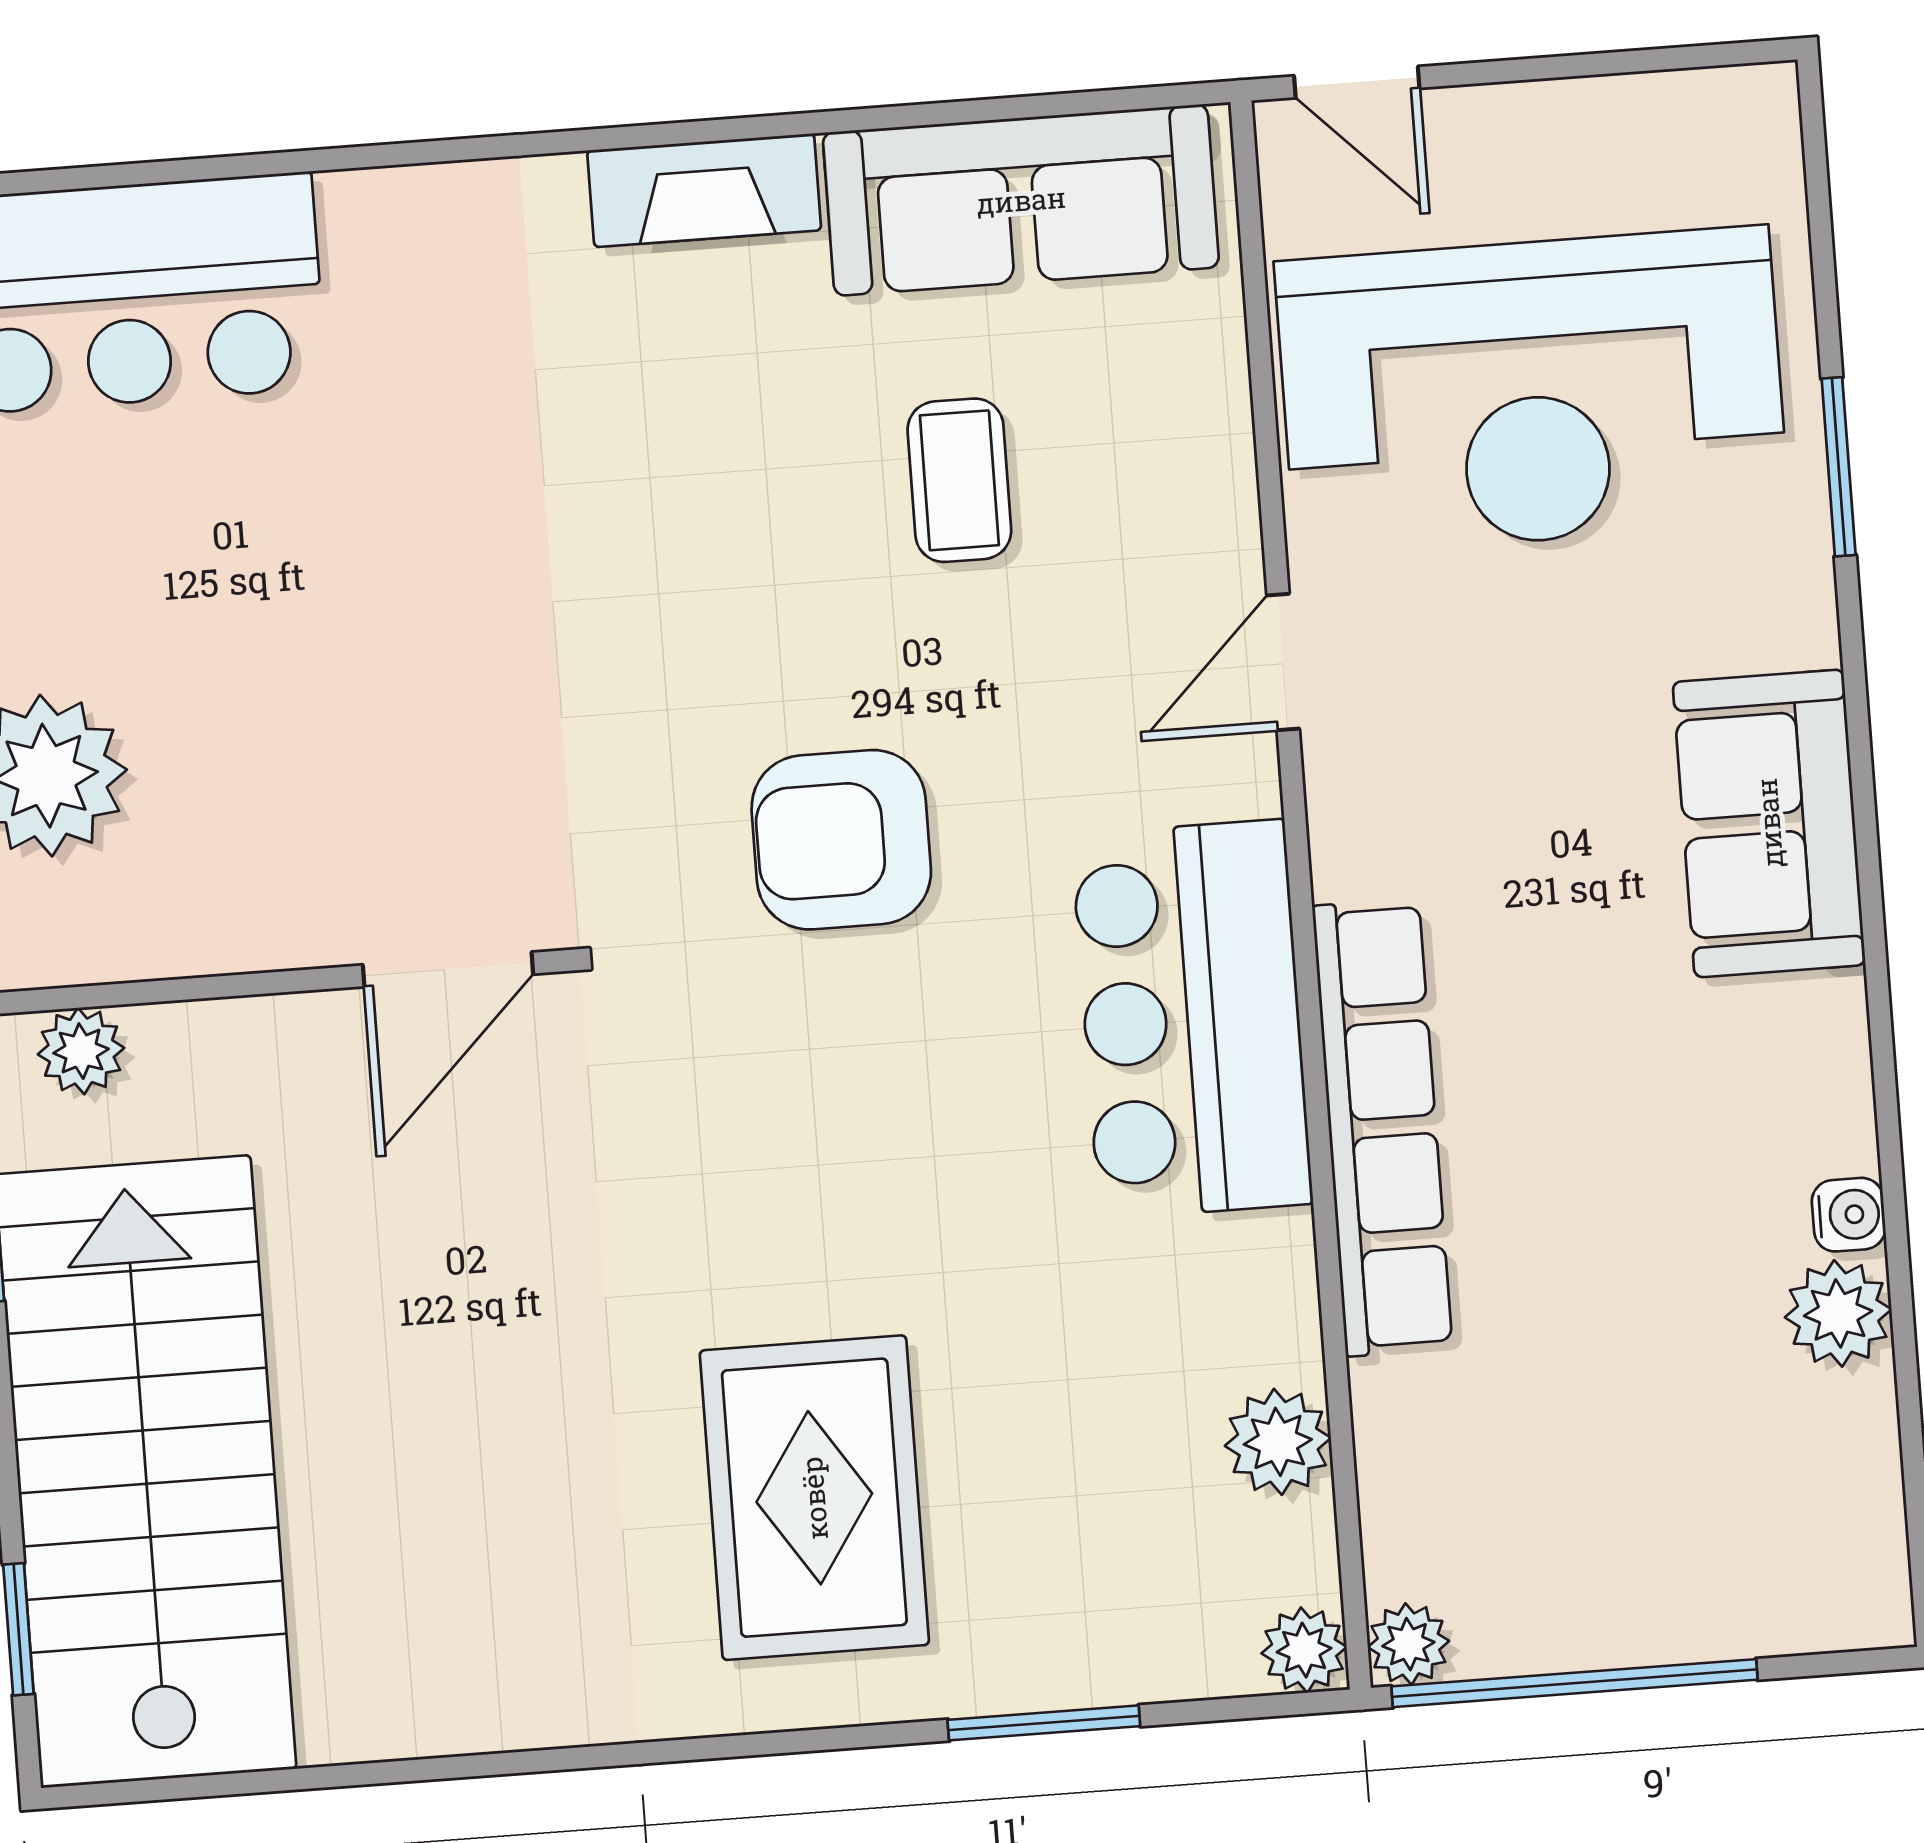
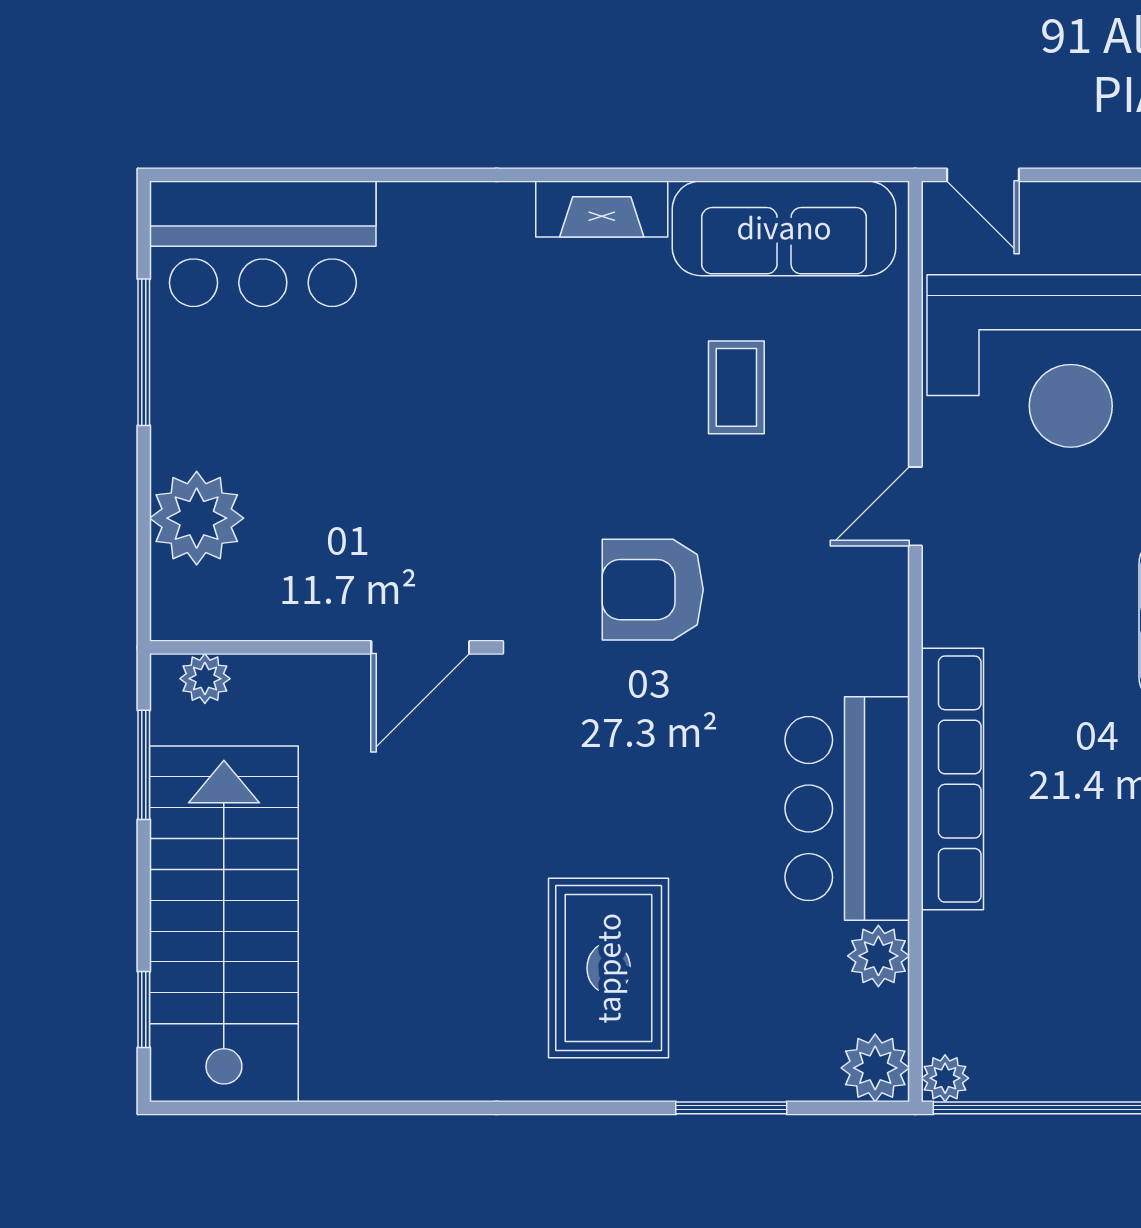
bar counter: (1192, 1019) -> (847, 809), moved
plant: (1304, 1650) -> (875, 1068), width x1.38, depth x1.38

